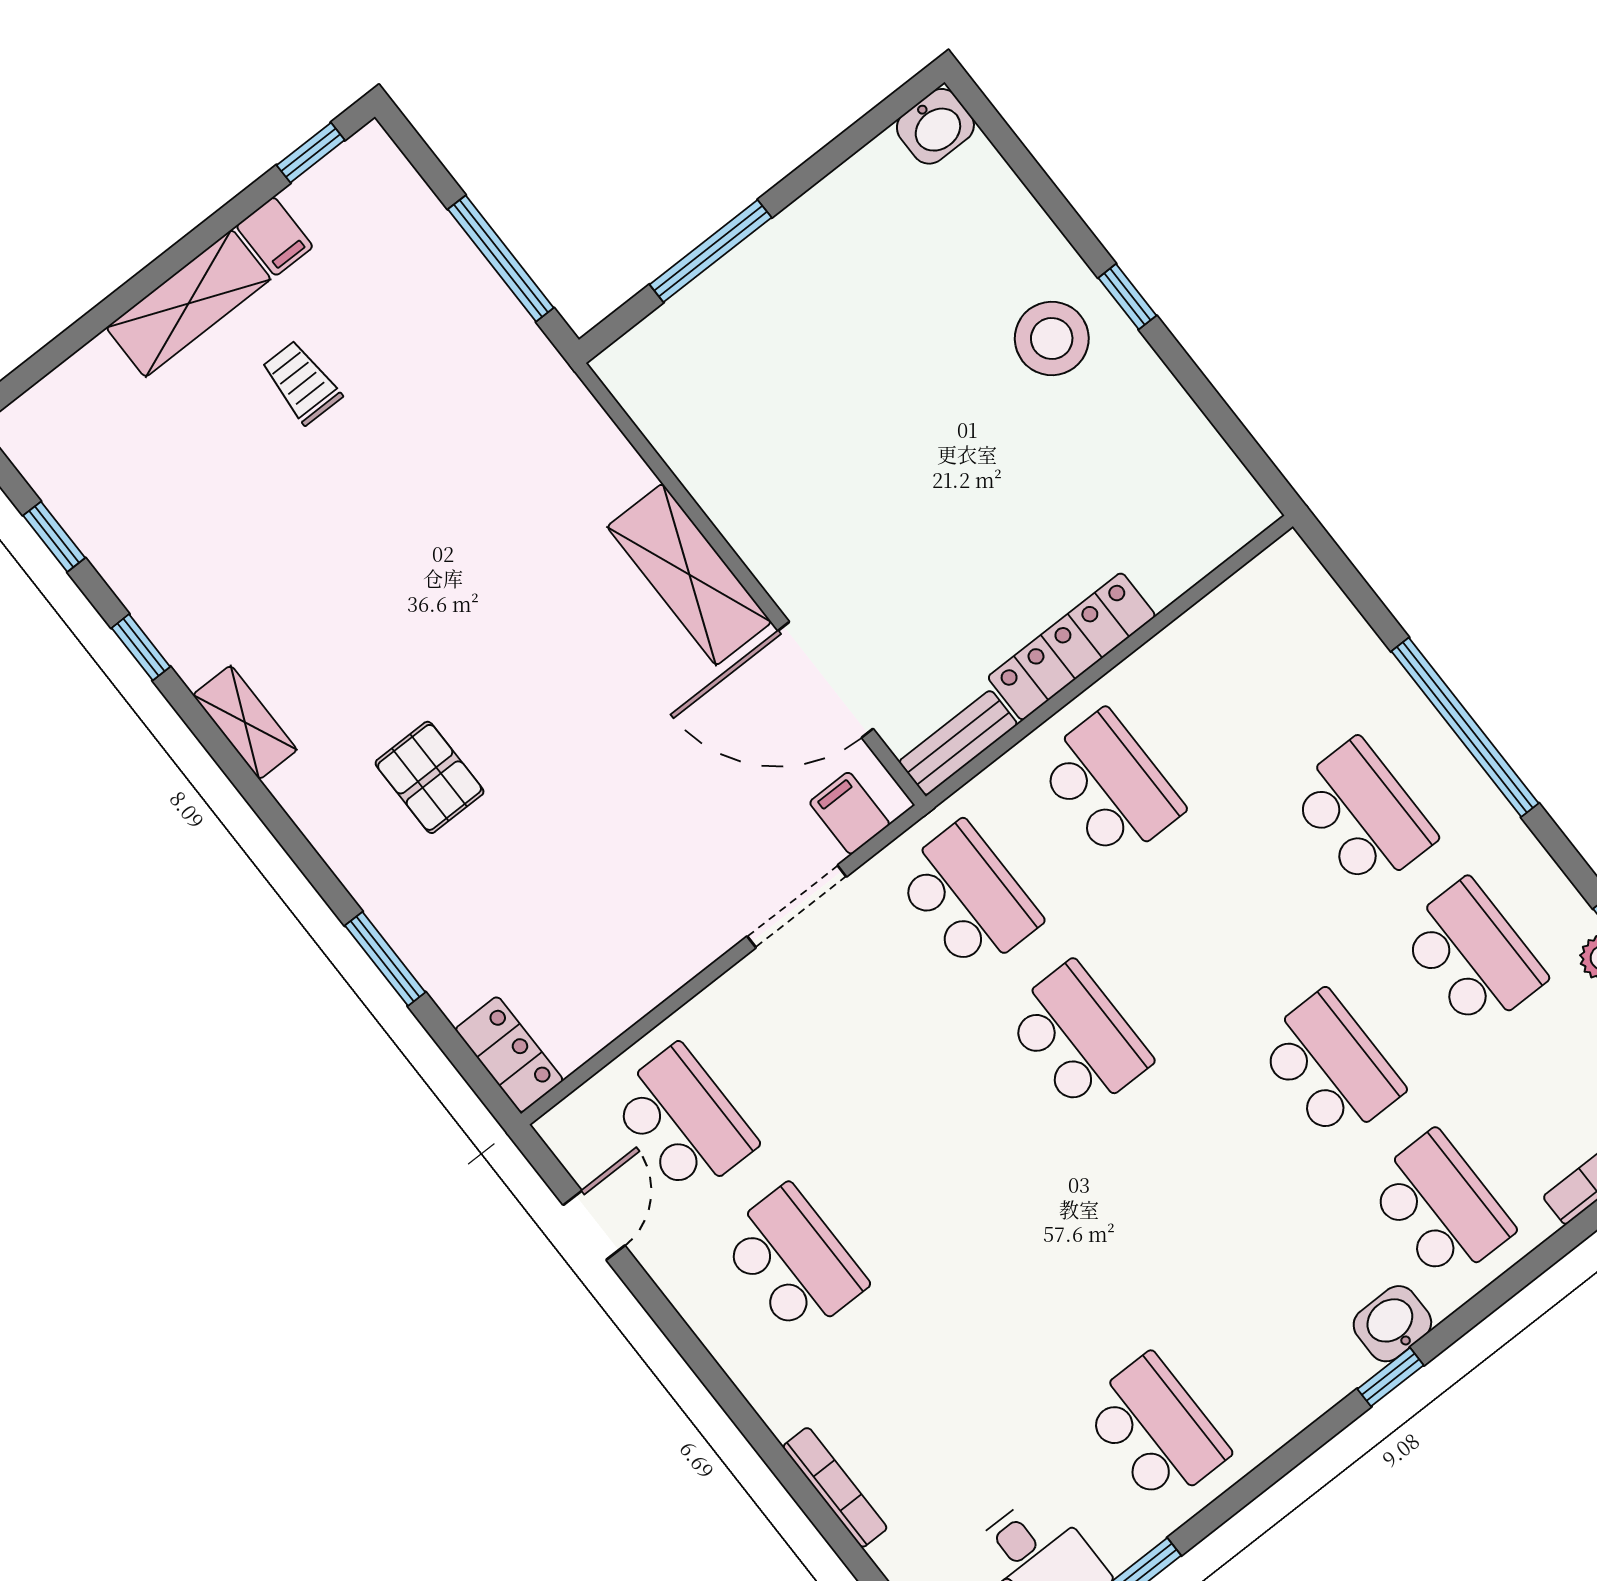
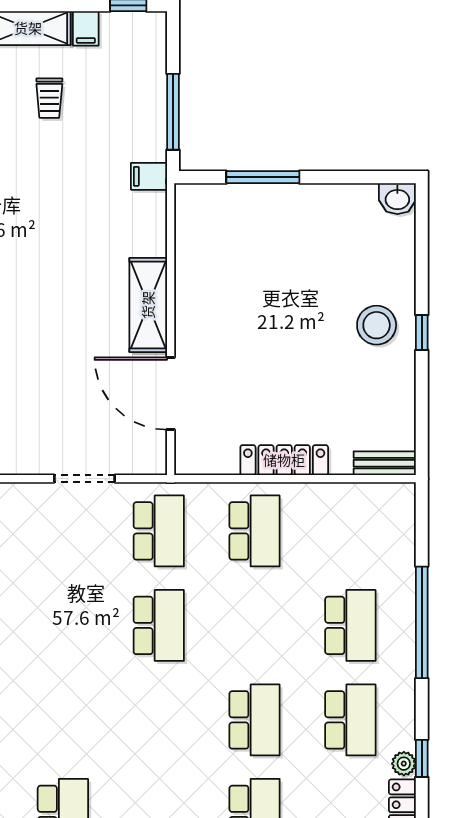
trolley: (301, 382) -> (49, 98), turned 180
bench: (958, 743) -> (385, 463), moved
filing cabinet: (850, 813) -> (149, 176), moved, turned -90

